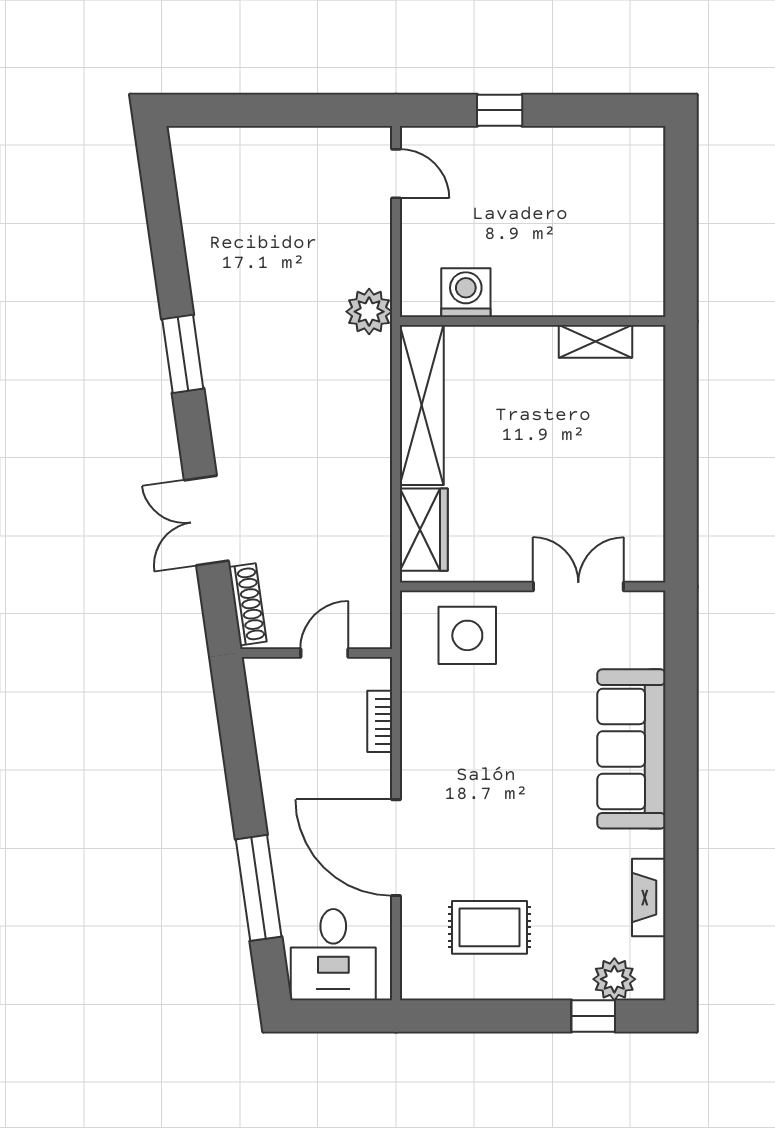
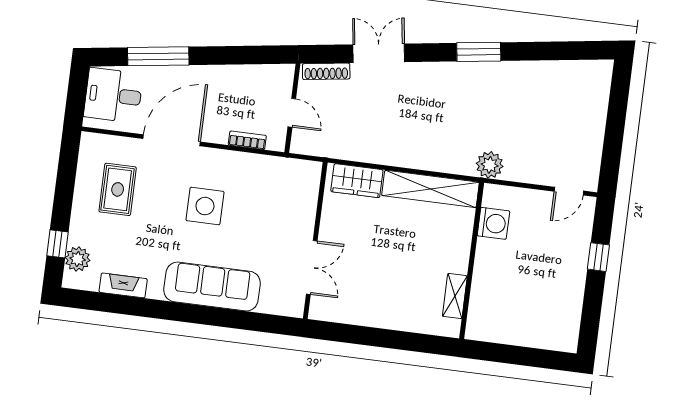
side table: (467, 635) -> (205, 206), moved

